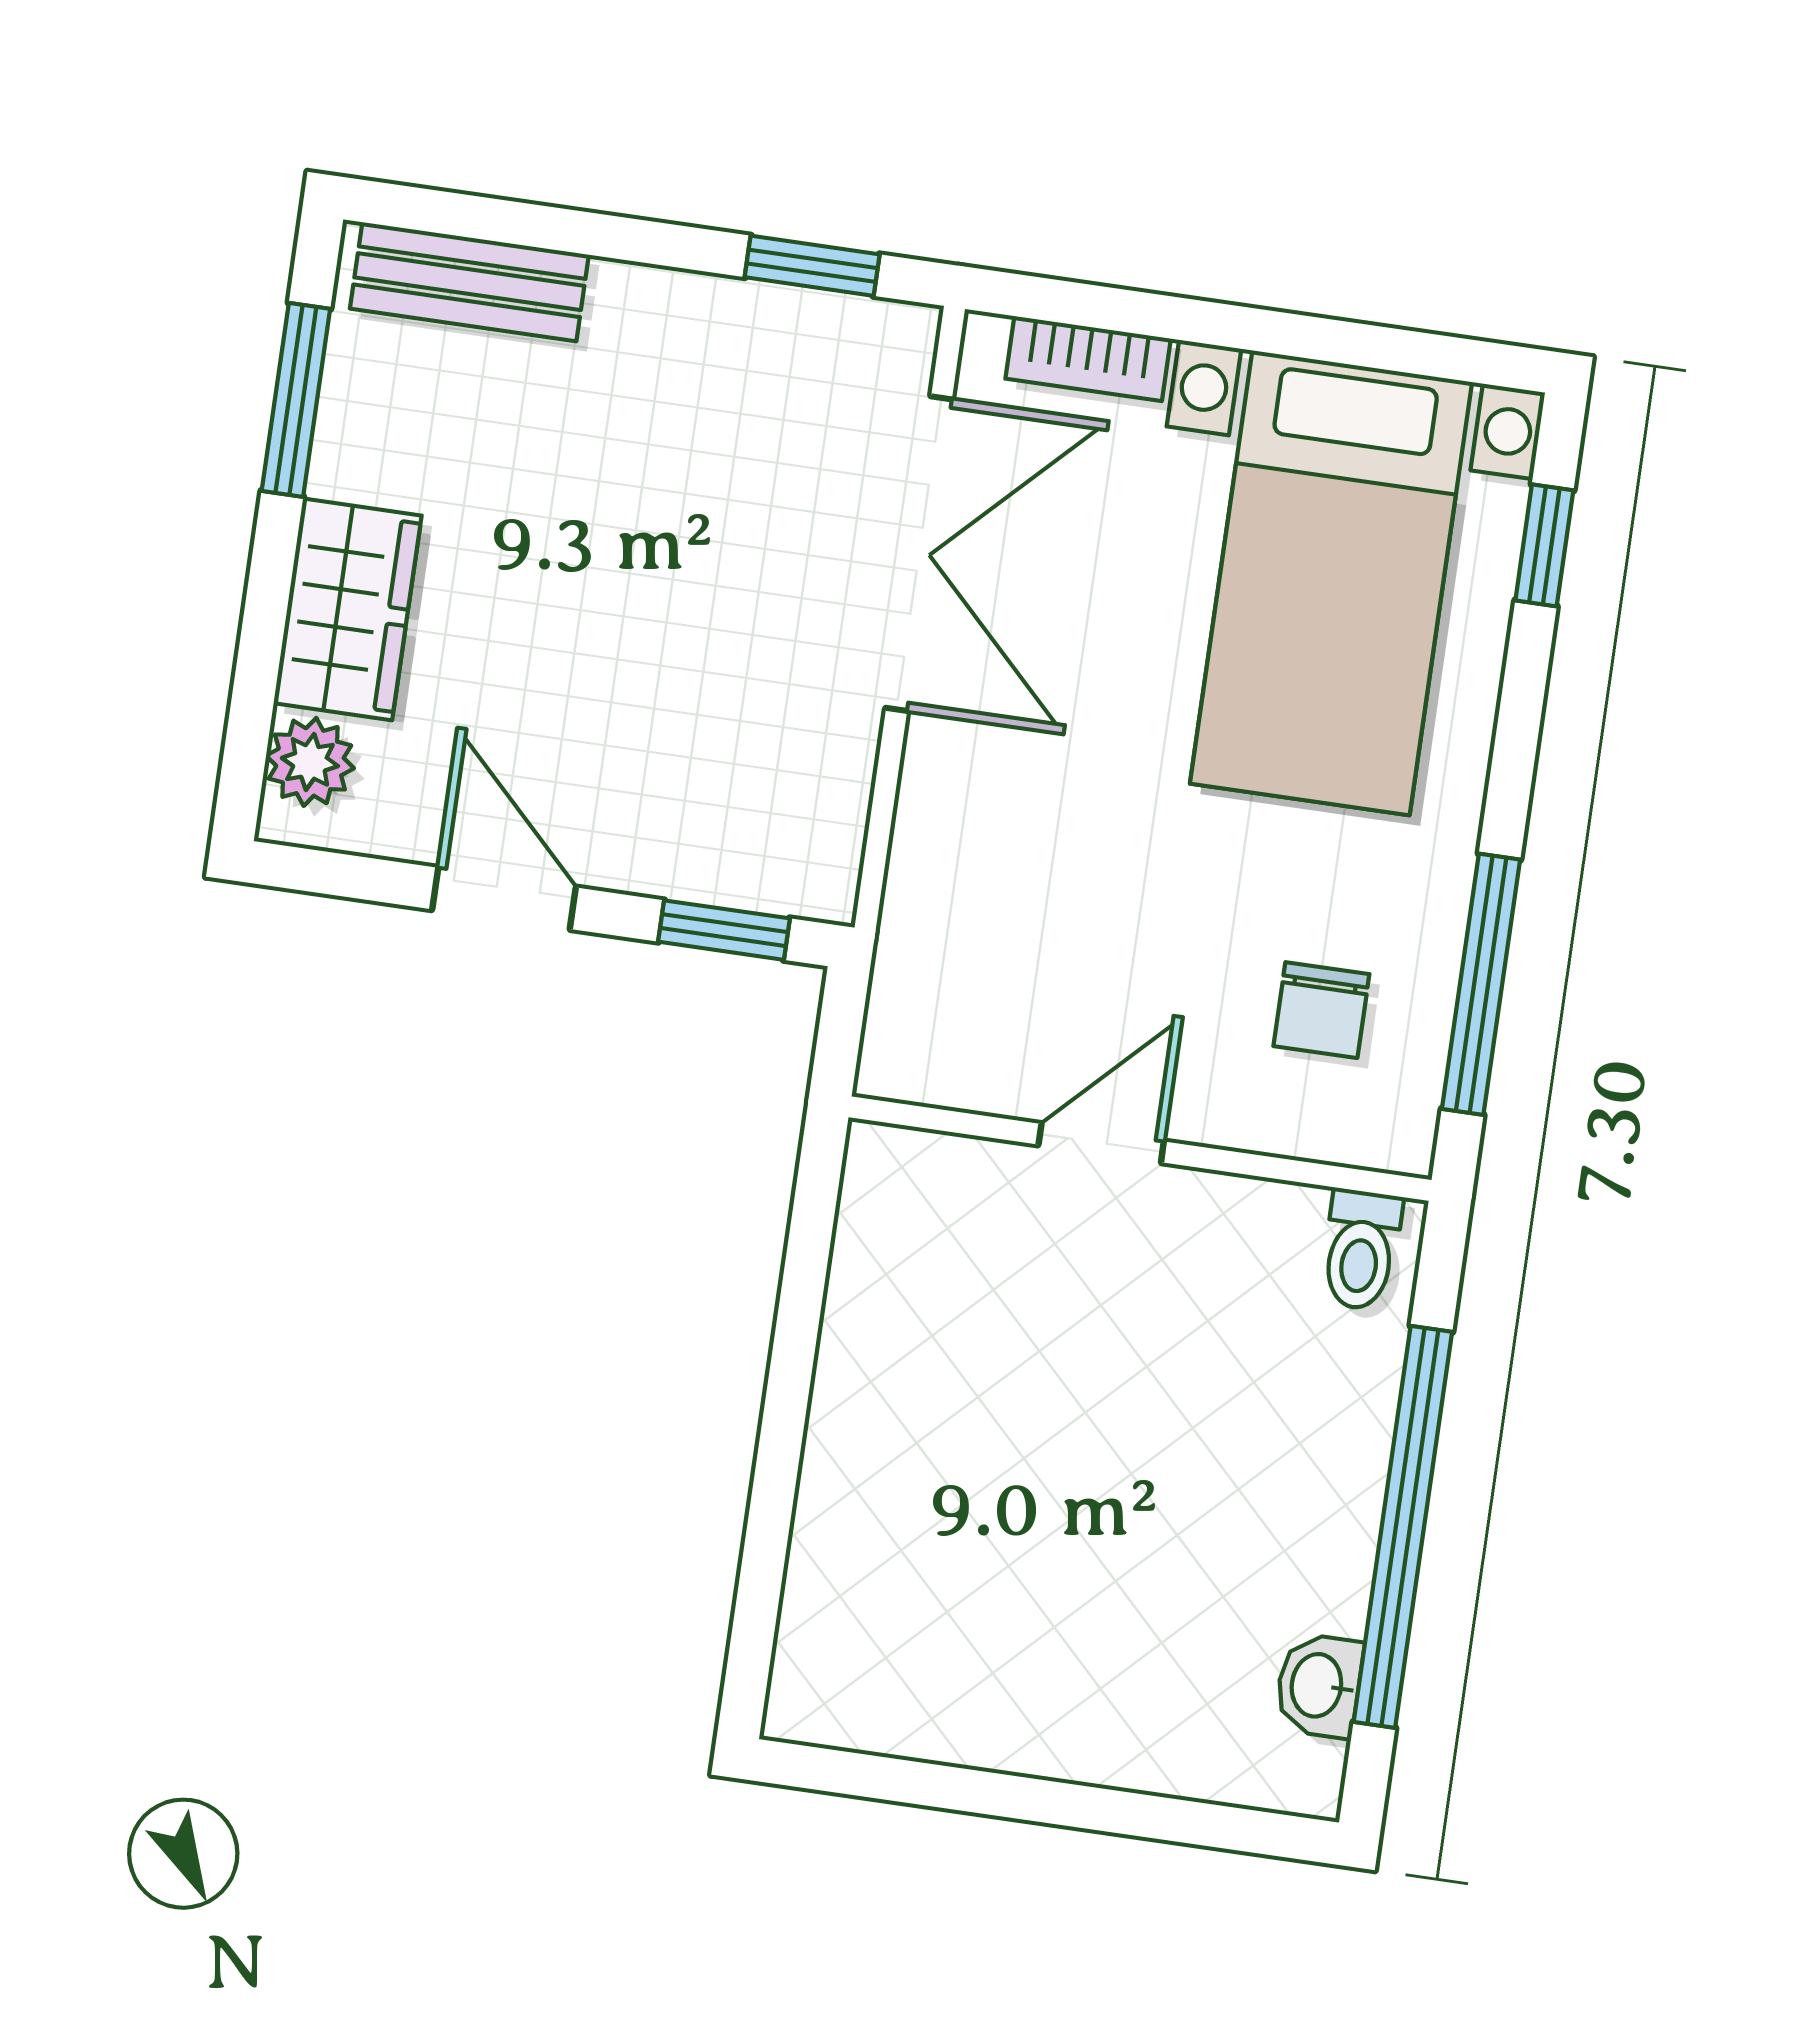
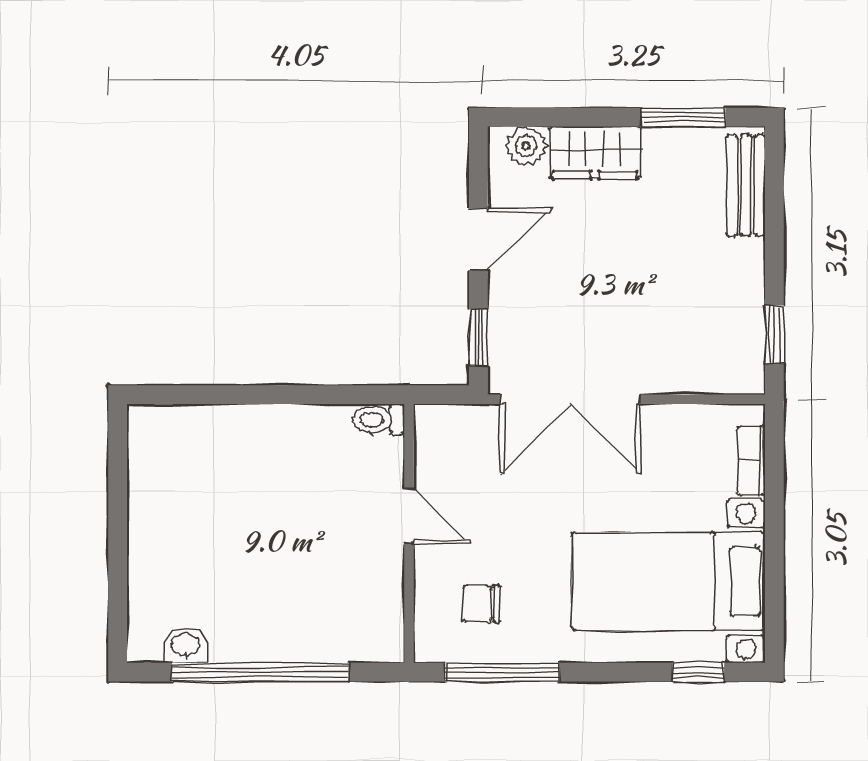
double door: (919, 554) -> (570, 399), moved
toilet: (1361, 1250) -> (379, 420), moved

